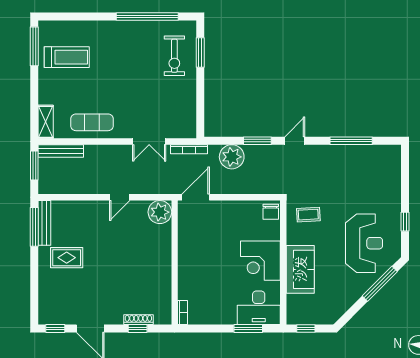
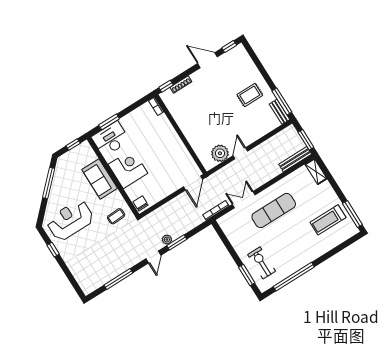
exercise mat: (92, 122) -> (274, 211), moved, width x1.36, depth x1.45
plant: (232, 157) -> (167, 240), moved, width x0.53, depth x0.53
plant: (160, 212) -> (220, 153), moved
bench: (44, 223) -> (280, 112), width x0.73
reception desk: (364, 243) -> (70, 220), turned 90
window: (380, 284) -> (49, 183), moved
window: (138, 328) -> (166, 86), moved

